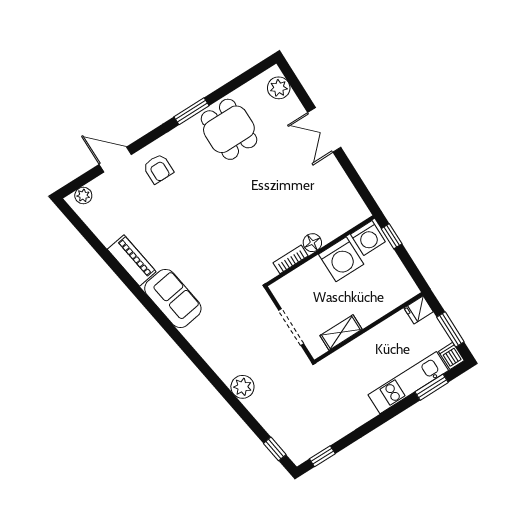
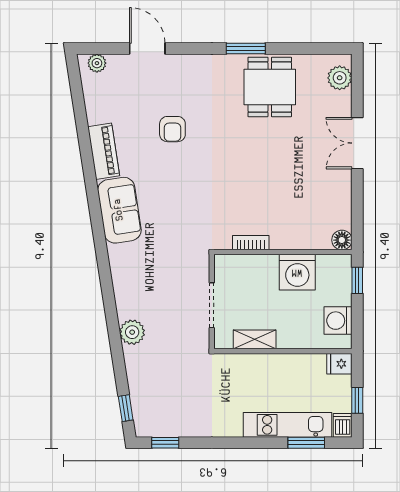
armchair: (158, 169) -> (172, 129), moved
washing machine: (368, 238) -> (338, 321), moved, turned 90
floor lamp: (312, 243) -> (342, 240), moved
window: (450, 329) -> (357, 400), width x0.67

